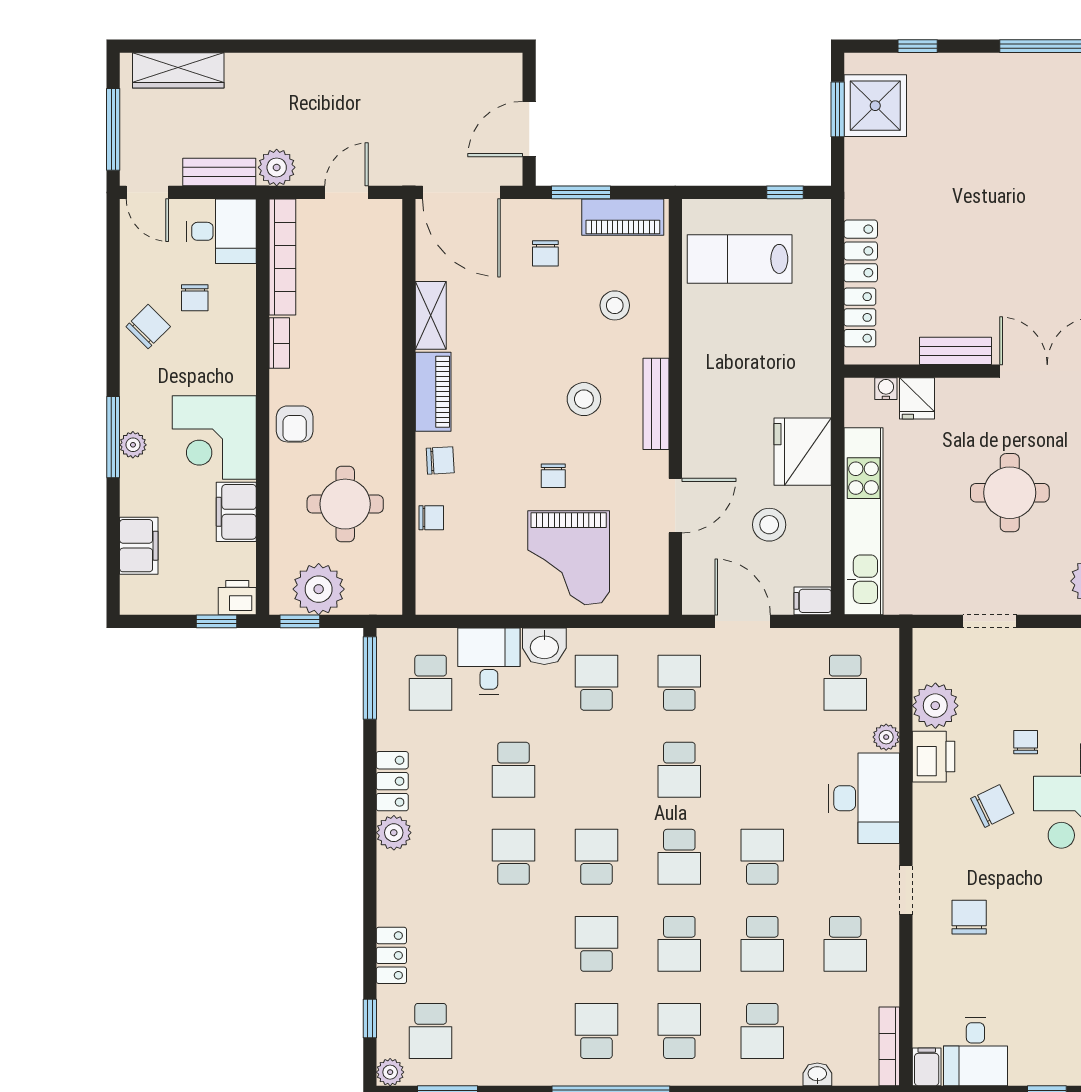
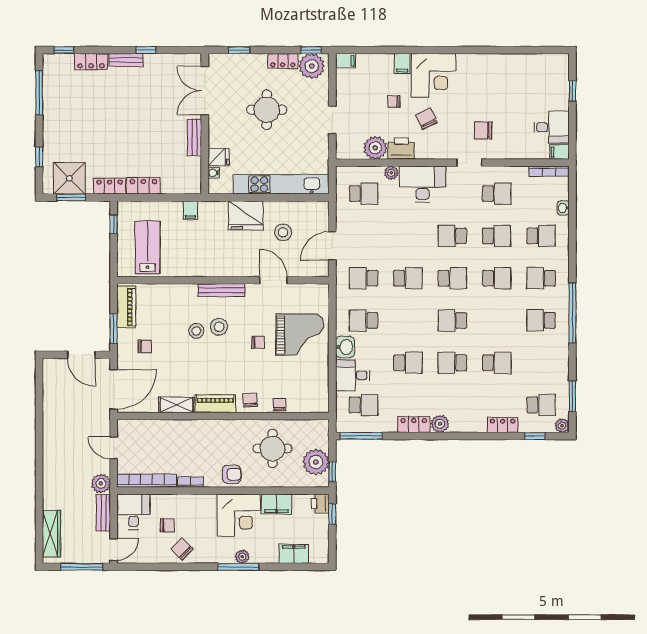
lab bench: (740, 259) -> (148, 247), turned 180
stool: (615, 305) -> (196, 331), moved
locker: (860, 317) -> (110, 186), moved
filing cabinet: (813, 601) -> (190, 210), moved
school desk: (596, 944) -> (497, 363), moved, turned 180

